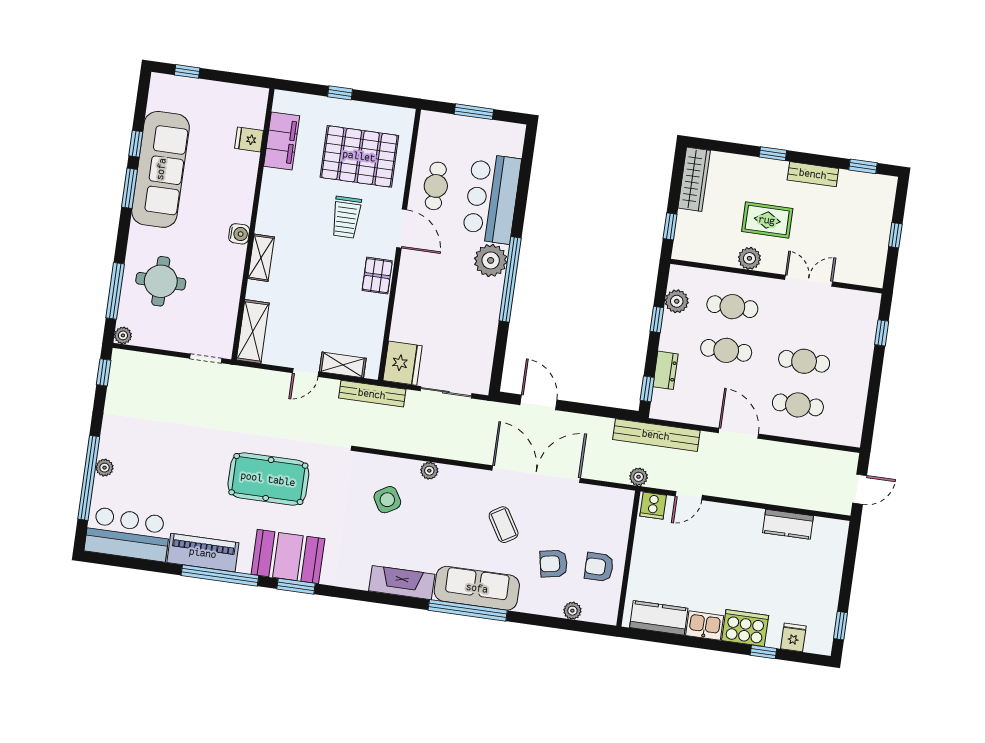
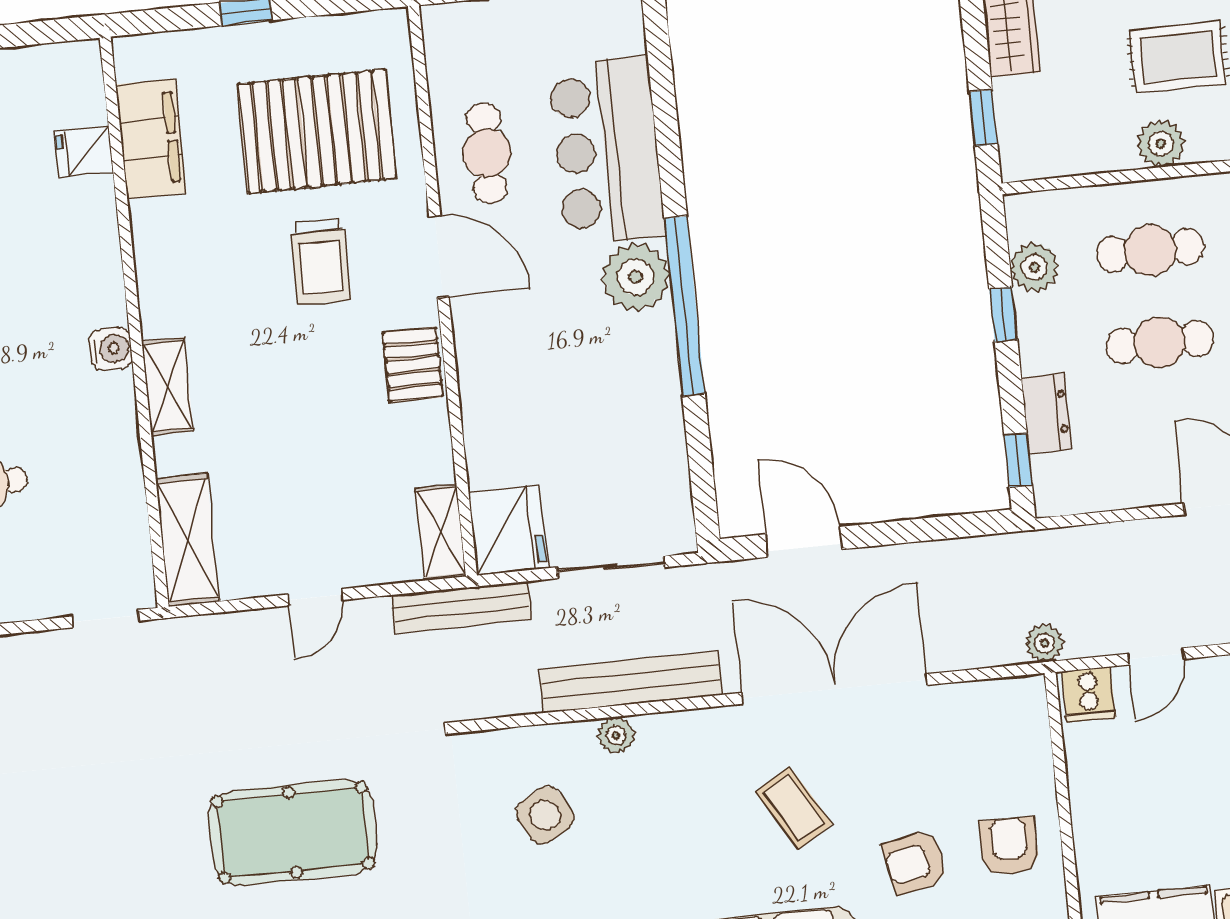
shelving: (343, 365) -> (441, 532), moved, turned 90
bench: (656, 435) -> (631, 682), moved
armchair: (599, 567) -> (1009, 846), turned 90

